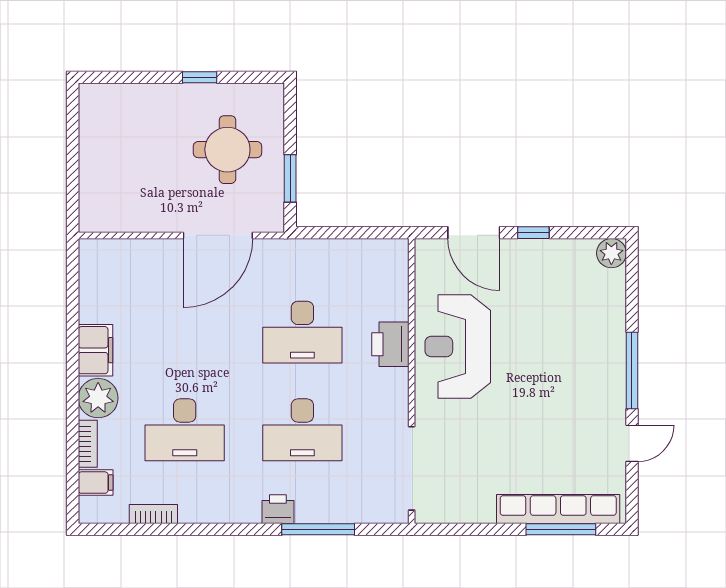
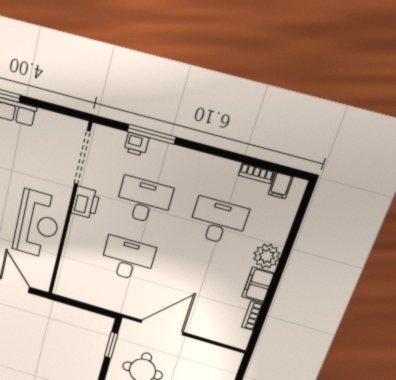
printer: (390, 344) -> (85, 202), moved
bookcase: (88, 444) -> (252, 316), moved
filing cabinet: (96, 483) -> (281, 185), moved, turned -90
printer: (278, 509) -> (136, 144), moved

